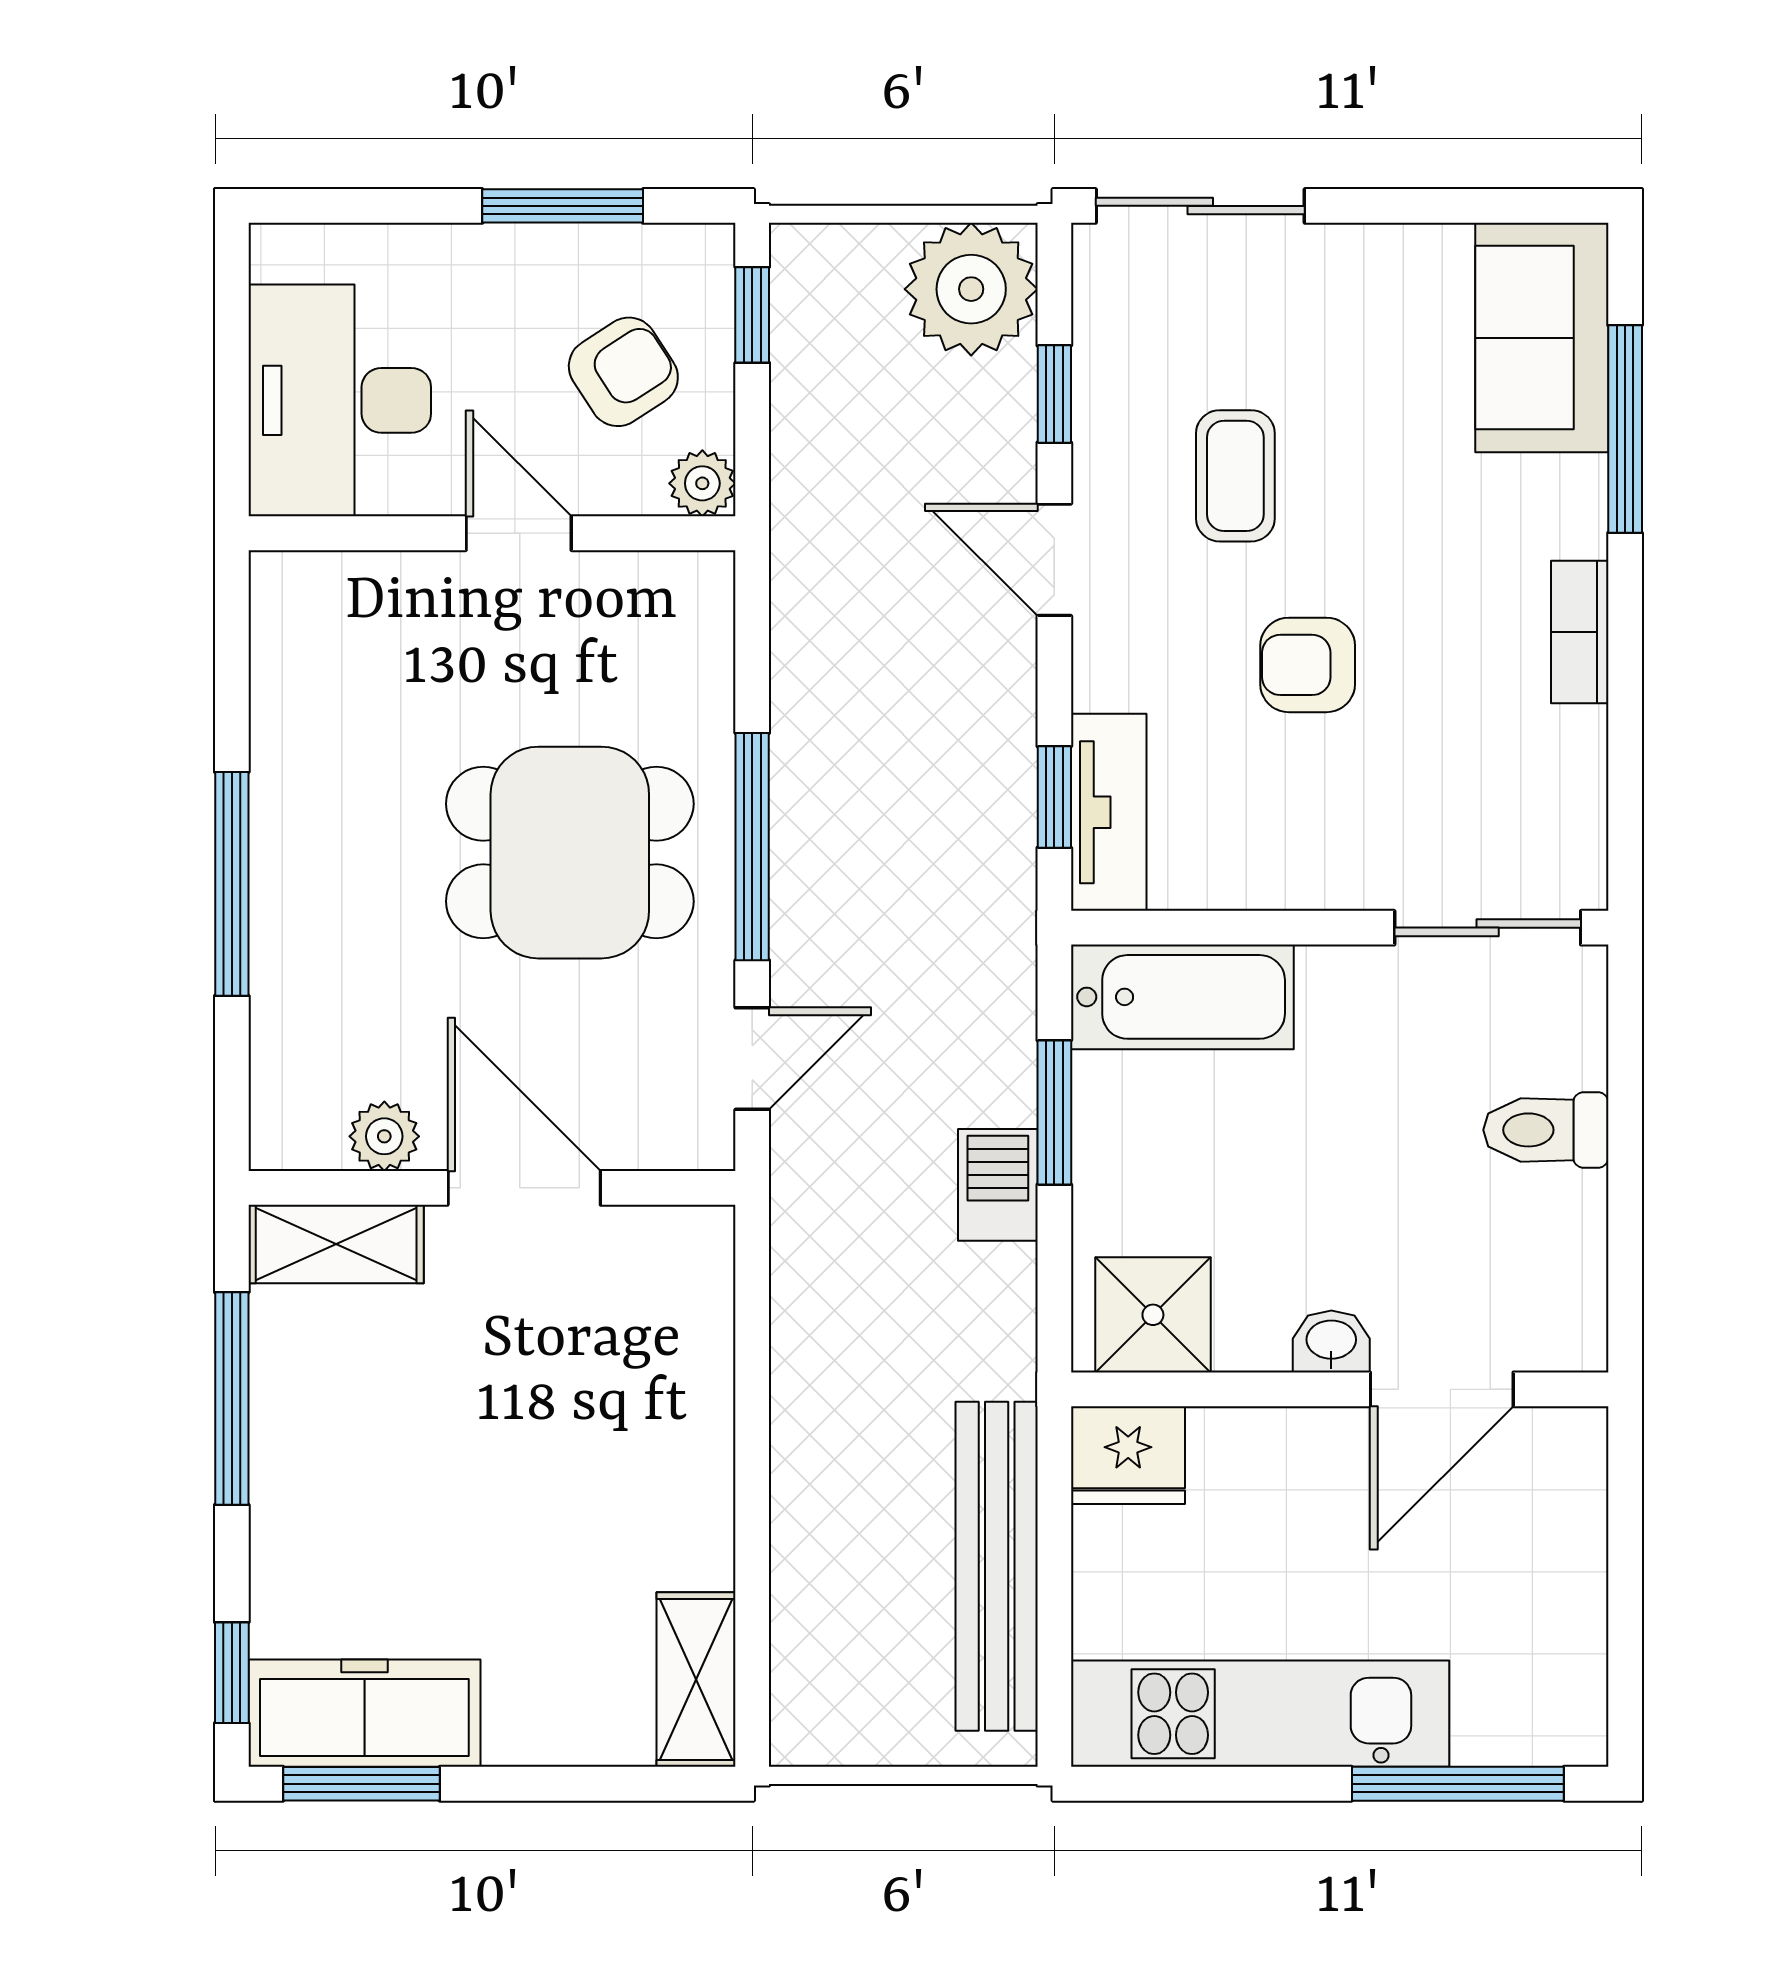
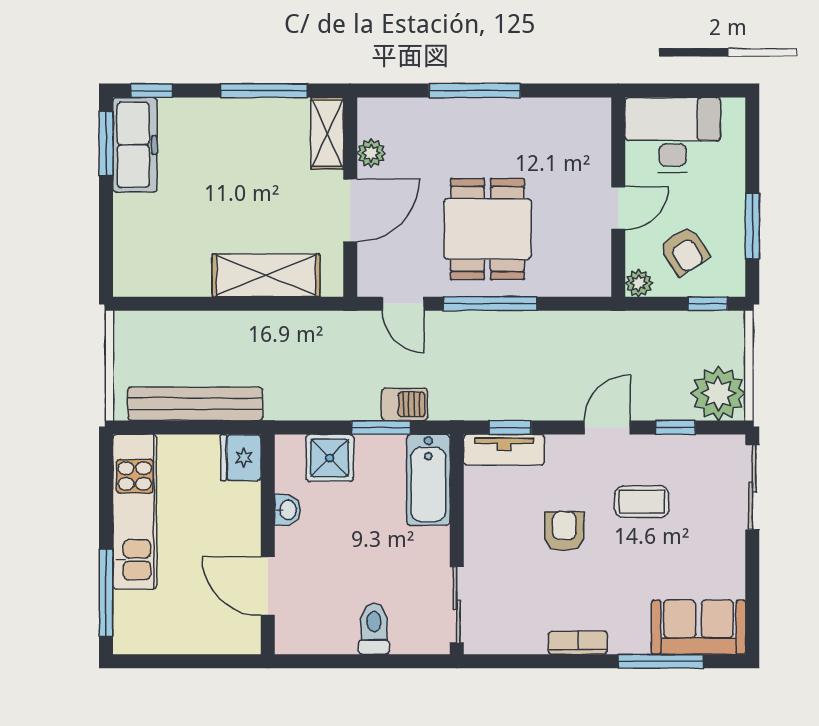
barbecue: (998, 1185) -> (405, 404), moved
shower: (1153, 1315) -> (330, 458), moved
washbasin: (1331, 1341) -> (287, 510), moved
shelving: (696, 1679) -> (266, 275), moved, width x1.50, depth x1.33

